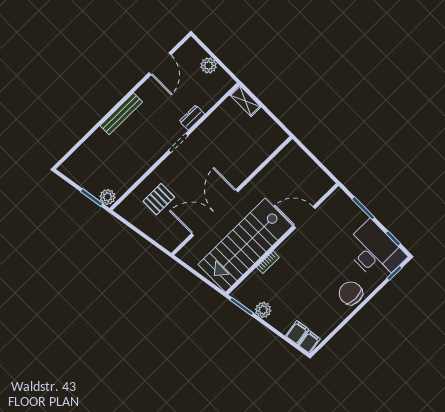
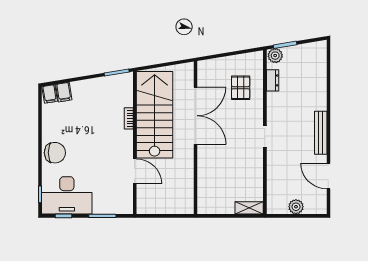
bench: (121, 114) -> (321, 133), moved
dresser: (192, 118) -> (273, 80), moved
door: (304, 217) -> (135, 171), hinge flipped
plant: (263, 310) -> (101, 84), removed

